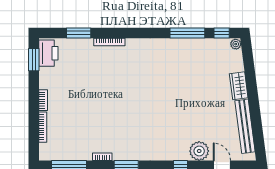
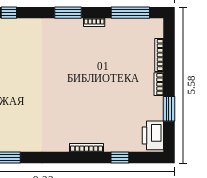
window: (79, 33) -> (120, 158), width x0.67
window: (34, 60) -> (169, 109), moved

